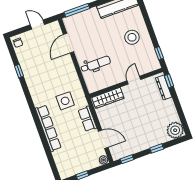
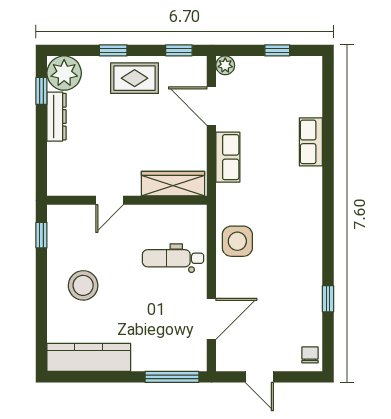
window: (169, 81) -> (41, 91), moved
dresser: (164, 88) -> (57, 117), moved
side table: (65, 101) -> (237, 241), moved
row of seats: (48, 128) -> (311, 142), width x0.50
rug: (142, 139) -> (135, 78), added

